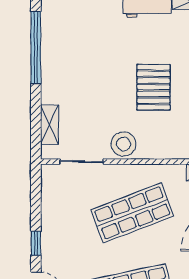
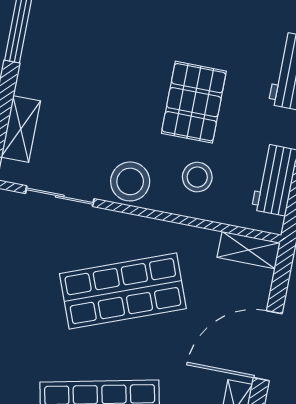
stool: (165, 133) -> (197, 177), added

